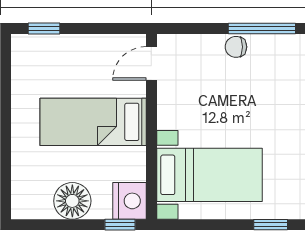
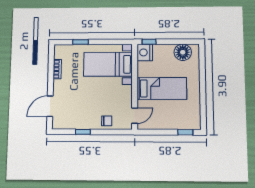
window: (262, 29) -> (83, 132), width x0.46
chair: (236, 47) -> (107, 121), moved
floor lamp: (72, 201) -> (183, 52), moved

